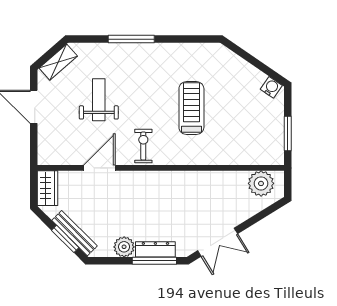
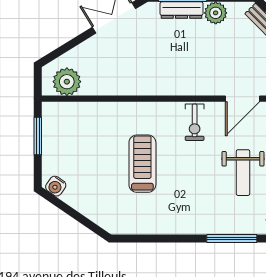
window: (131, 39) -> (232, 239), moved
treadmill: (191, 108) -> (142, 164), turned 180

